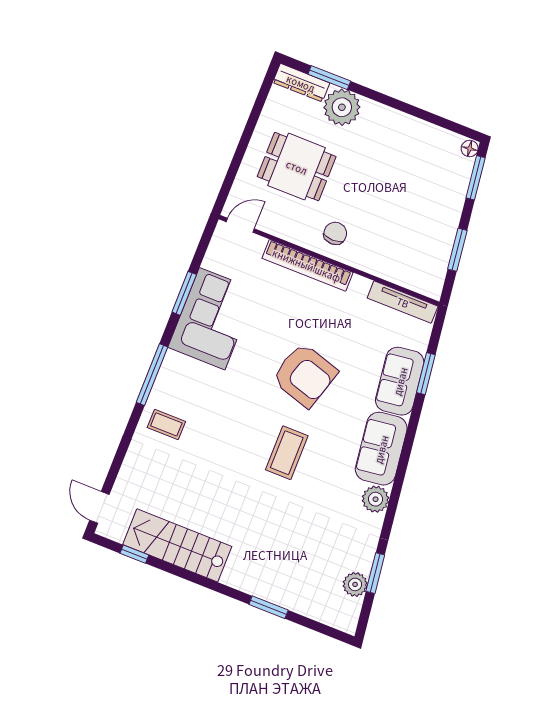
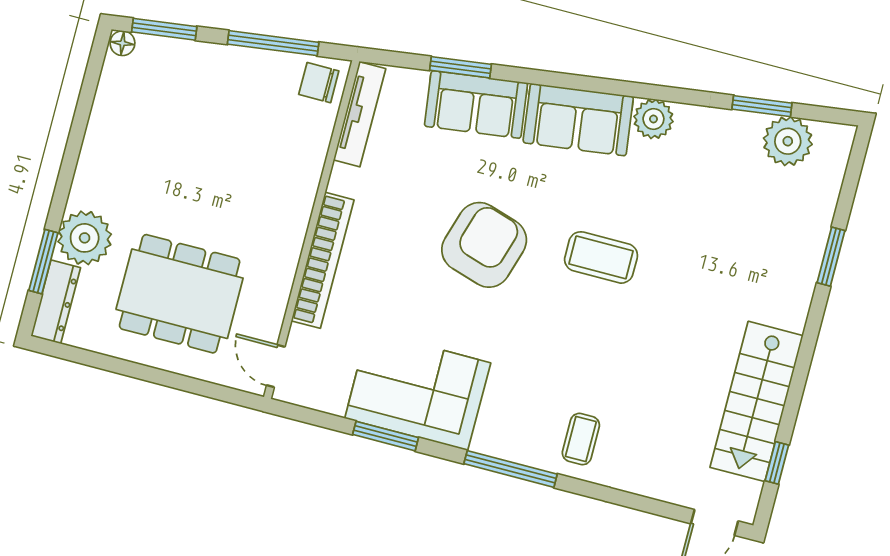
dining table: (297, 167) -> (180, 294), width x1.38
chair: (335, 233) -> (319, 83), moved
window: (457, 250) -> (273, 43), width x1.44
plant: (355, 584) -> (788, 141), width x1.36, depth x1.36

